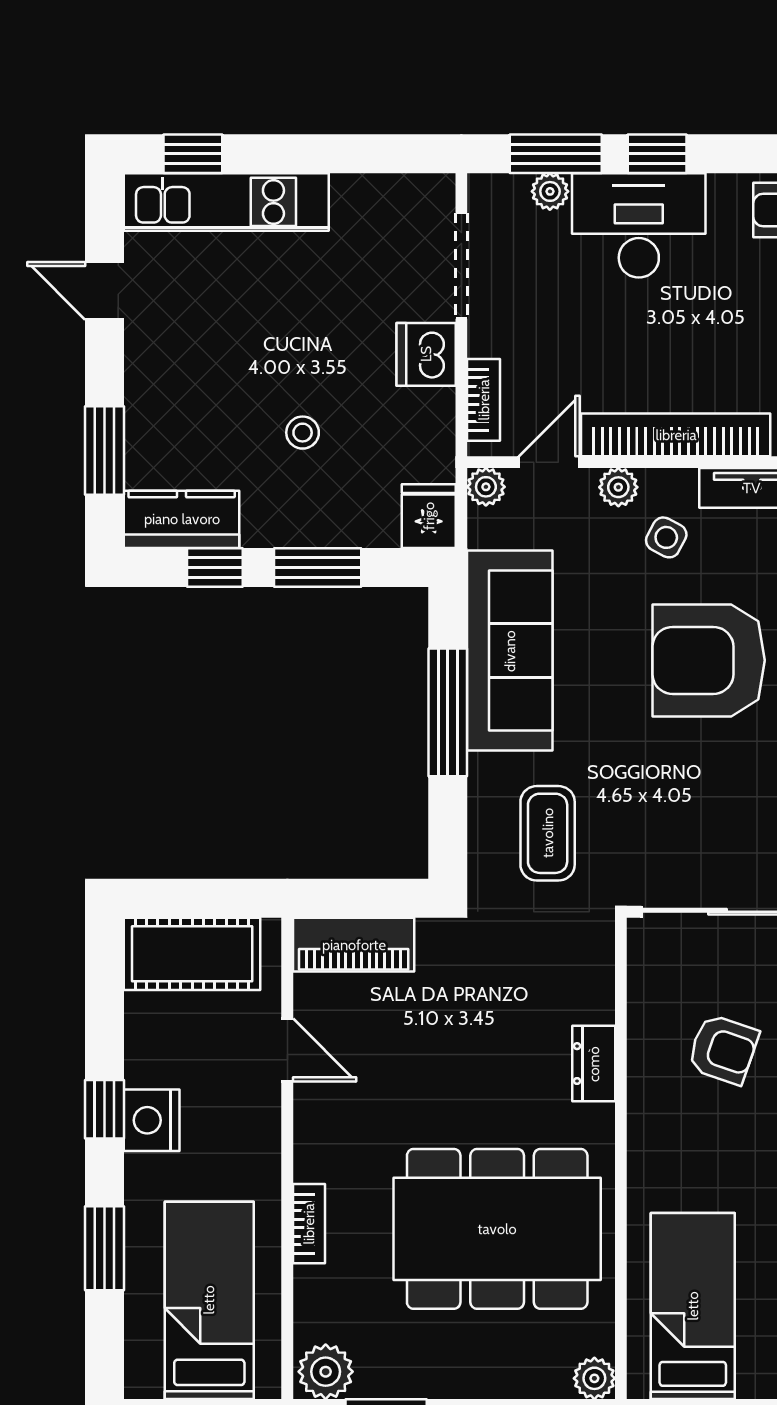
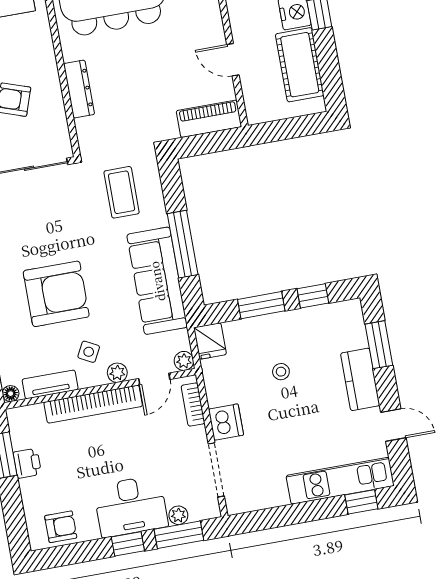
kitchen counter: (182, 519) -> (360, 379), moved, turned 90
cot: (192, 954) -> (300, 65), moved, turned 90
dresser: (594, 1064) -> (79, 89), width x1.44

